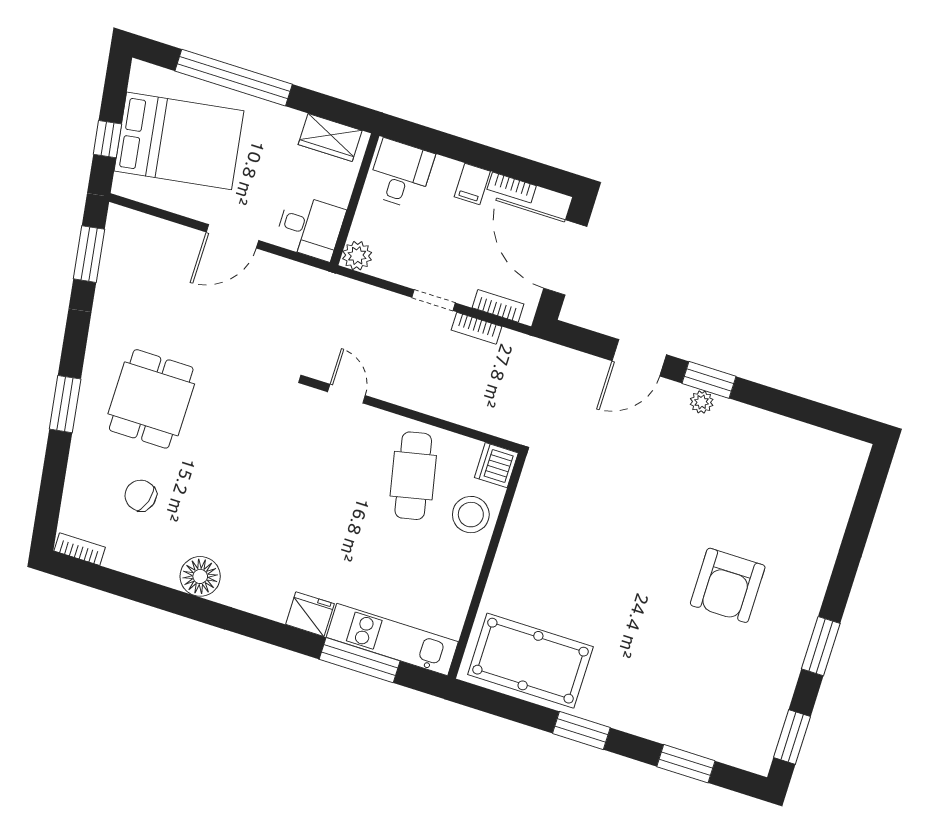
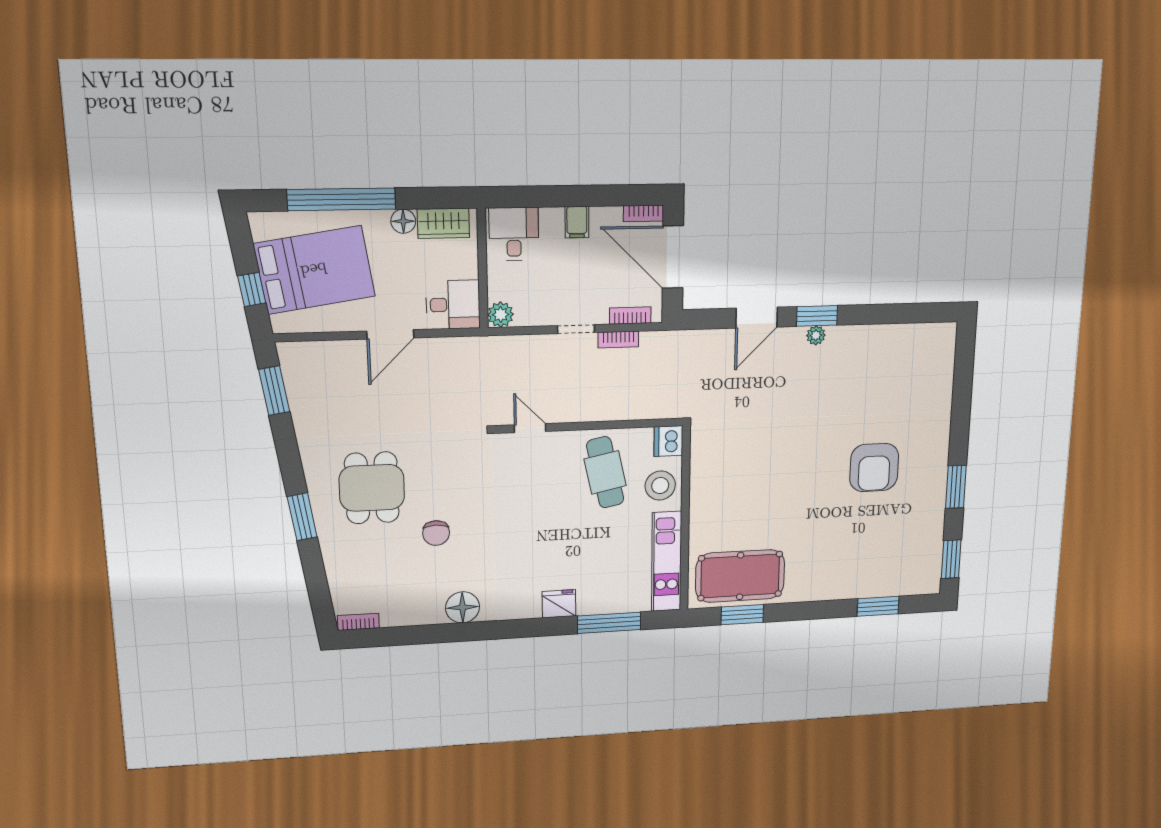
floor lamp: (289, 121) -> (403, 221), added
bookcase: (512, 187) -> (643, 213), moved
chair: (141, 495) -> (436, 533), moved, turned -107
kitchen unit: (392, 639) -> (667, 562), moved, turned -90
window: (581, 730) -> (742, 615), moved

